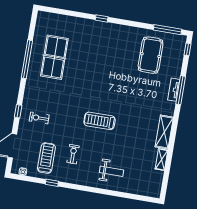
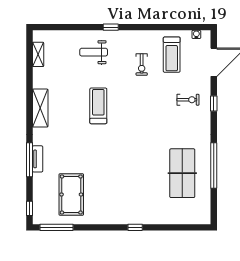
treadmill: (100, 121) -> (98, 106), moved, turned -90
shelving: (161, 160) -> (38, 54), moved
window: (52, 183) -> (111, 27), moved

